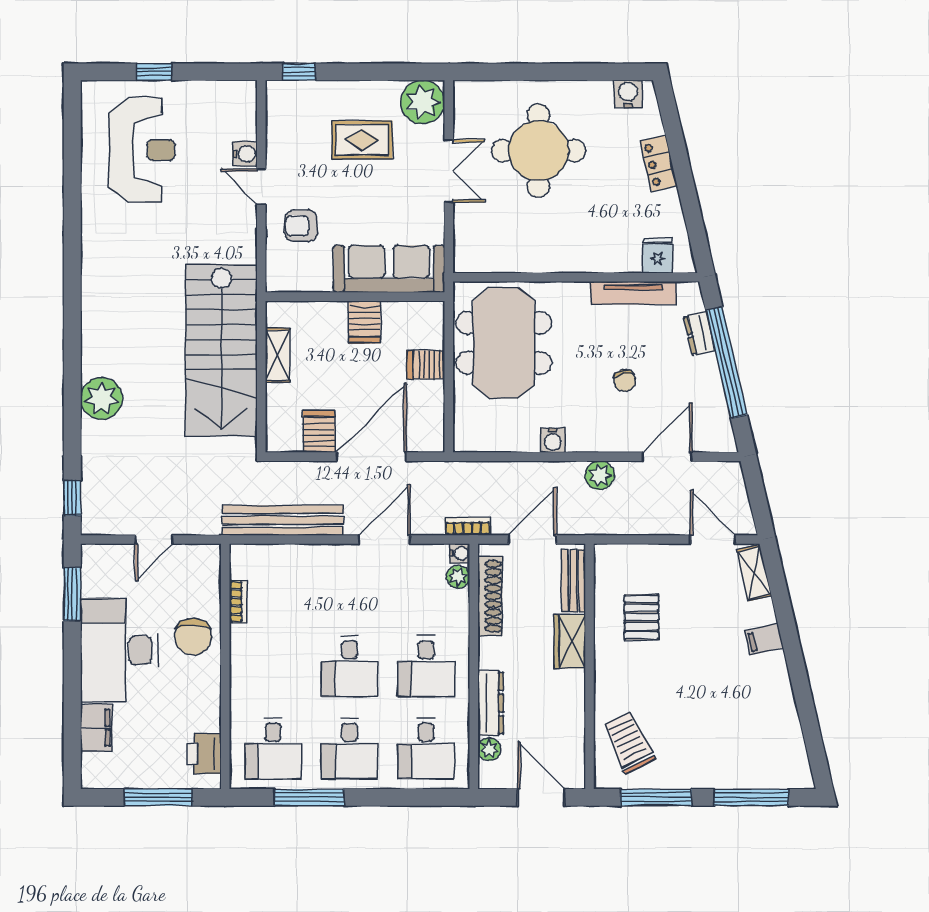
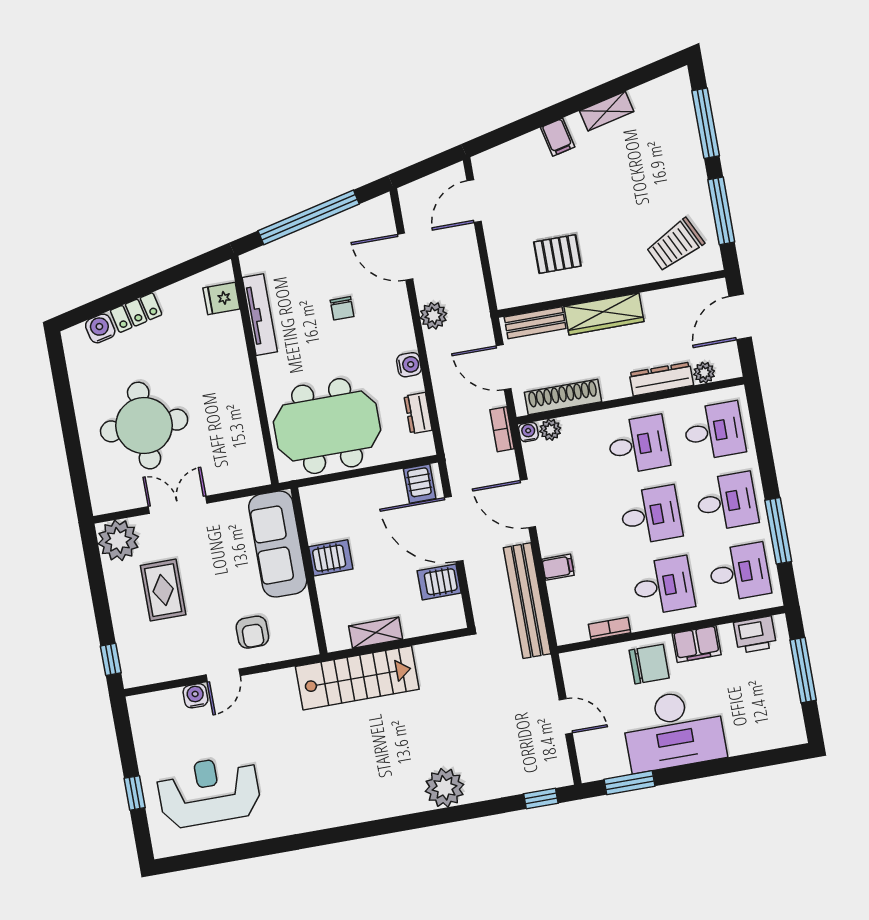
water cooler: (628, 94) -> (100, 328), moved, turned 77
dresser: (699, 333) -> (418, 413), moved, turned 103
stairs: (221, 350) -> (357, 678), width x0.73, depth x0.66
server rack: (426, 365) -> (420, 484), moved
chair: (625, 381) -> (342, 308), turned 101
filing cabinet: (312, 559) -> (558, 567), added
shelving: (754, 573) -> (607, 111), moved
wardrobe: (570, 641) -> (604, 314), width x1.50
desk: (273, 666) -> (663, 586), added
filing cabinet: (96, 728) -> (697, 644), moved, turned 180

